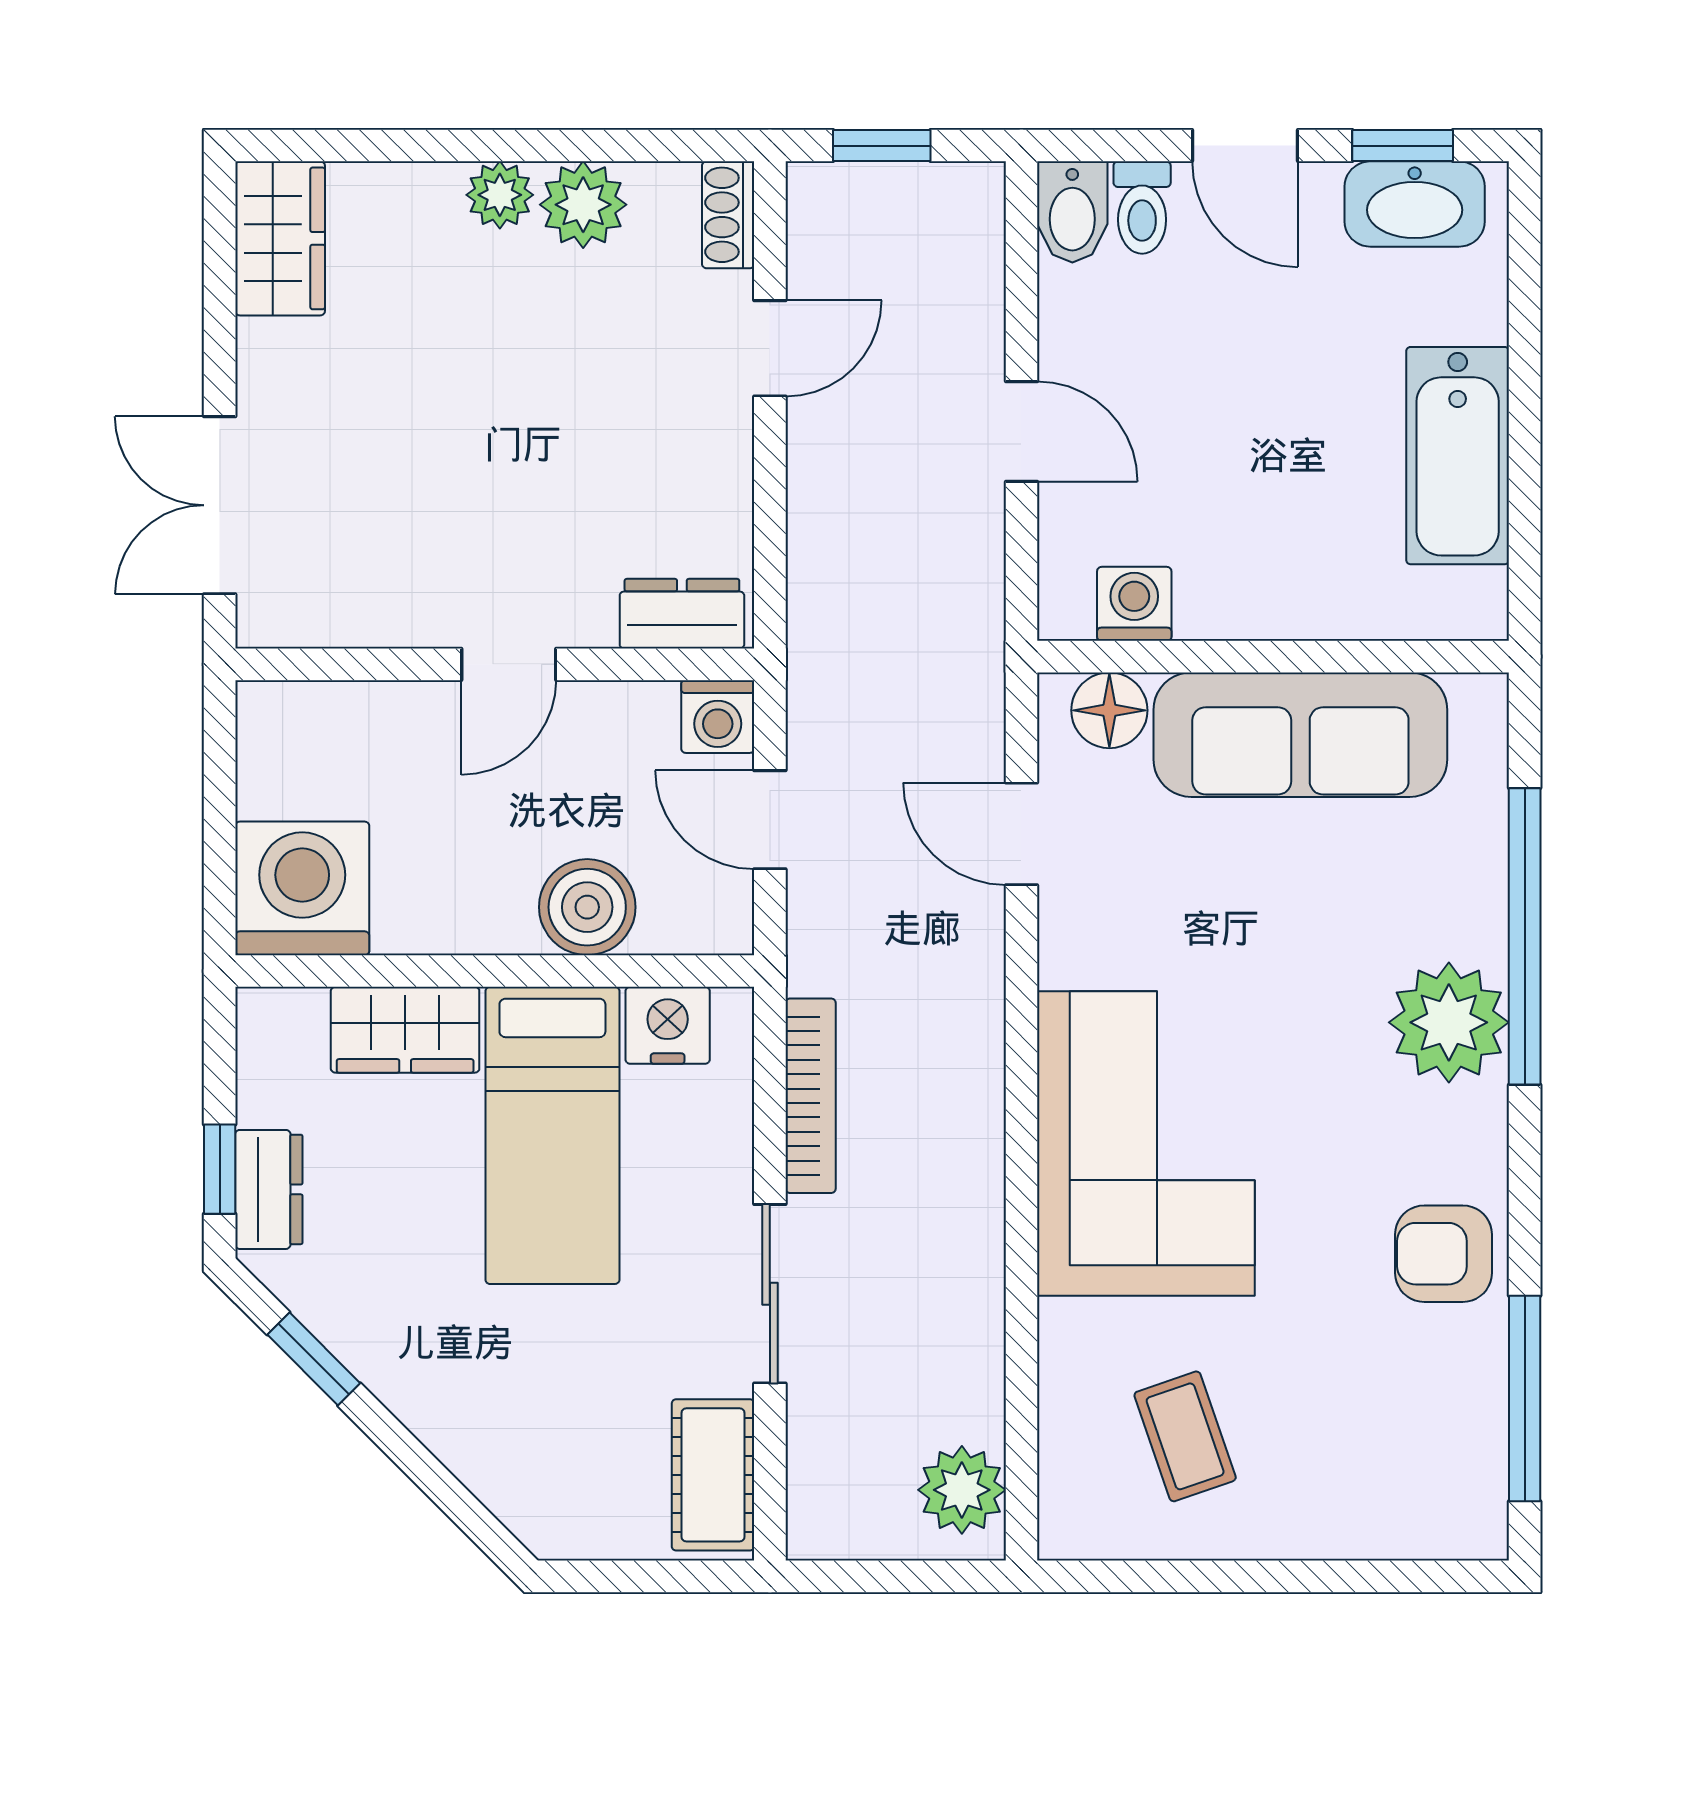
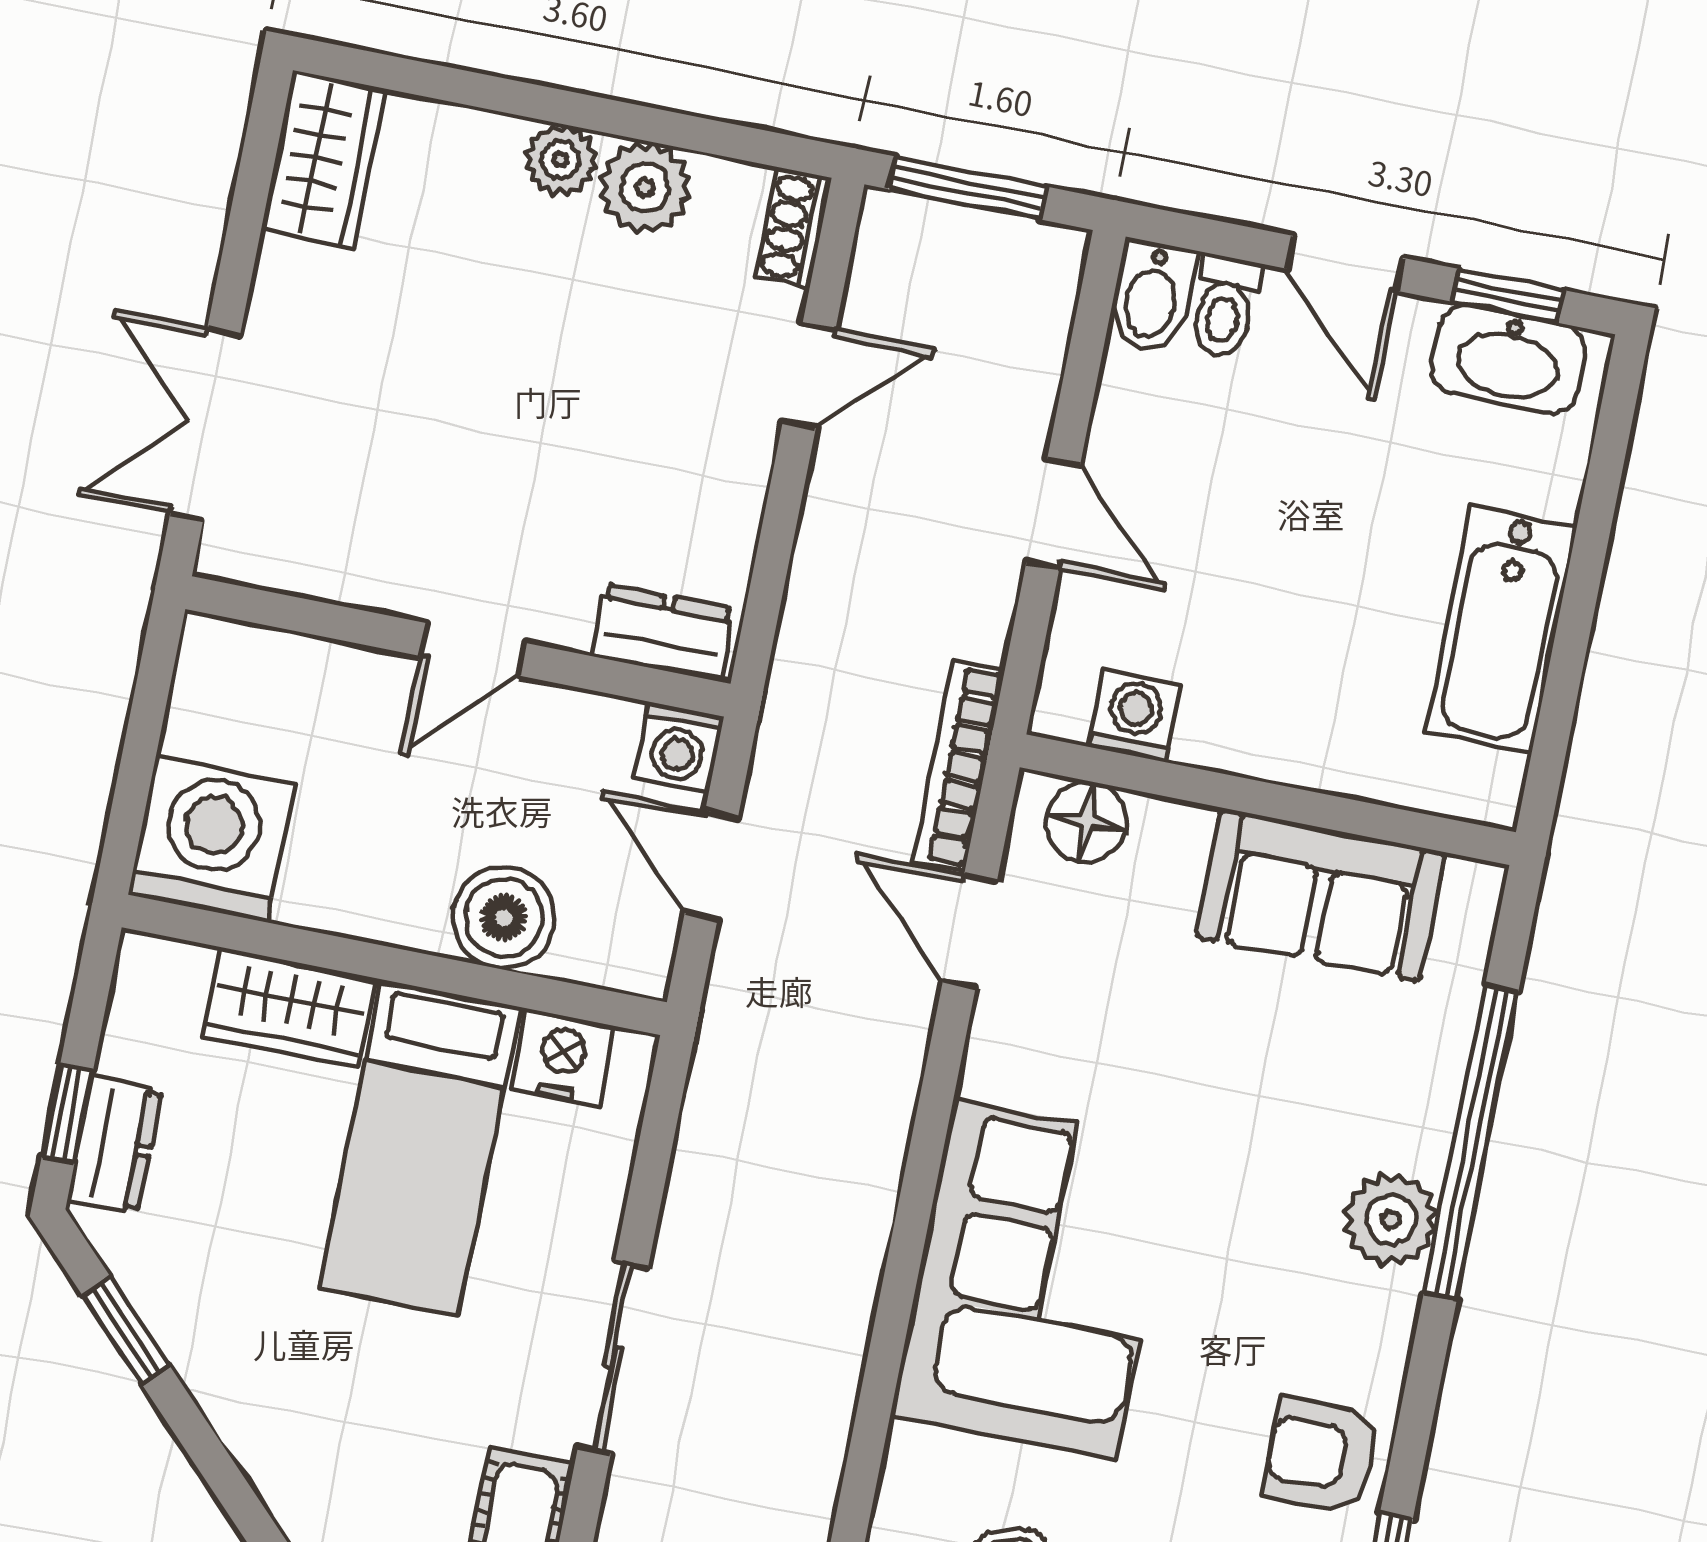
window: (882, 146) -> (967, 188), width x1.50
sofa: (1300, 735) -> (1320, 895), width x0.73
plant: (1449, 1022) -> (1391, 1220), width x0.73, depth x0.73
bookcase: (811, 1096) -> (959, 766), moved, turned 180

